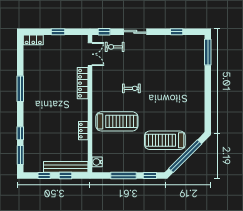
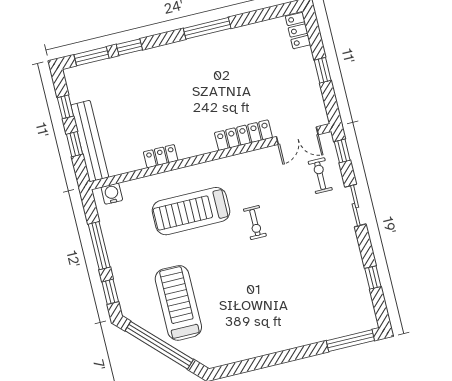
treadmill: (117, 121) -> (191, 211), turned 90

